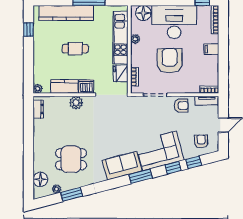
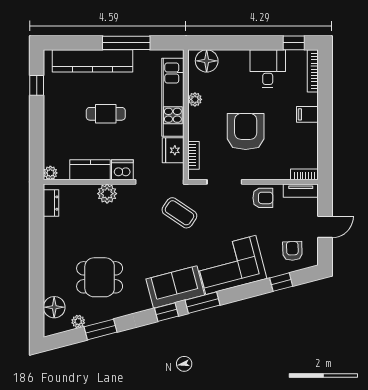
desk: (174, 22) -> (268, 69), width x0.53, depth x0.77
coffee table: (125, 116) -> (179, 213), added
window: (173, 168) -> (166, 312), moved

